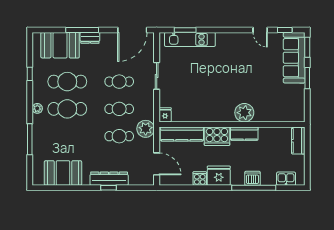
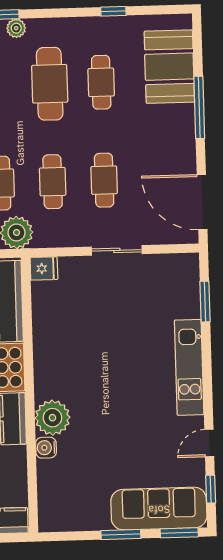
dresser: (90, 38) -> (185, 123), removed
kitchen unit: (190, 39) -> (189, 367), moved
cafe table: (67, 82) -> (101, 82), width x0.73, depth x0.74
plant: (37, 108) -> (16, 28), moved
water cooler: (260, 117) -> (46, 448), added

